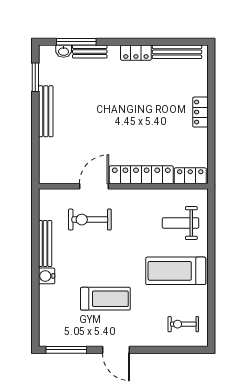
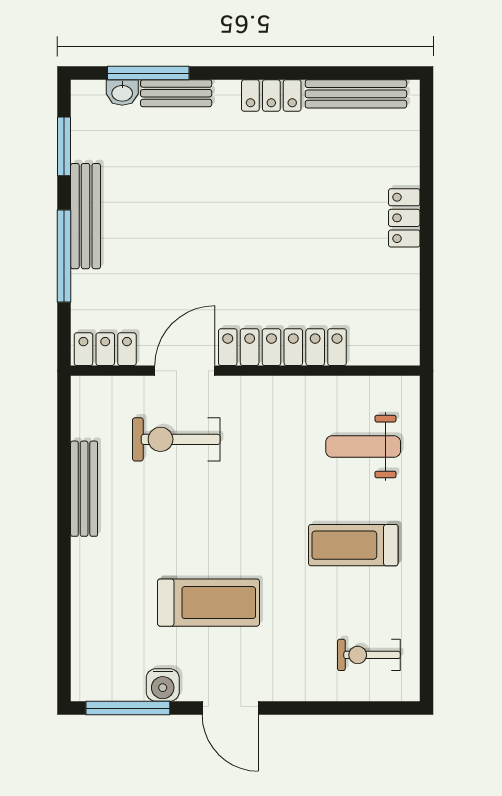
window: (35, 131) -> (64, 256), added
locker: (190, 176) -> (105, 349), moved
treadmill: (176, 271) -> (353, 545), width x0.73, depth x0.73
water cooler: (47, 276) -> (163, 685), moved, turned -90

